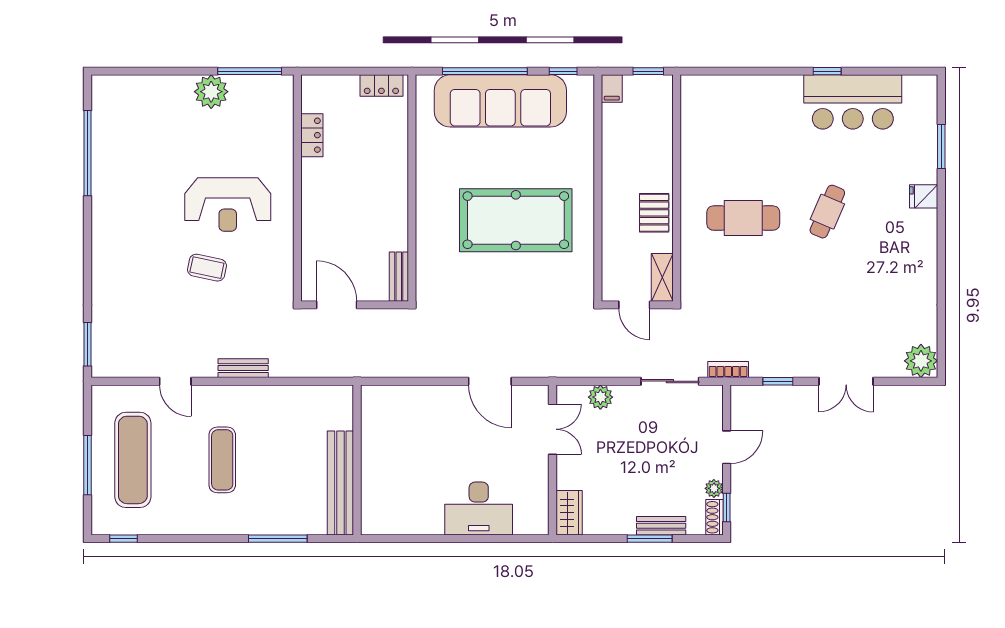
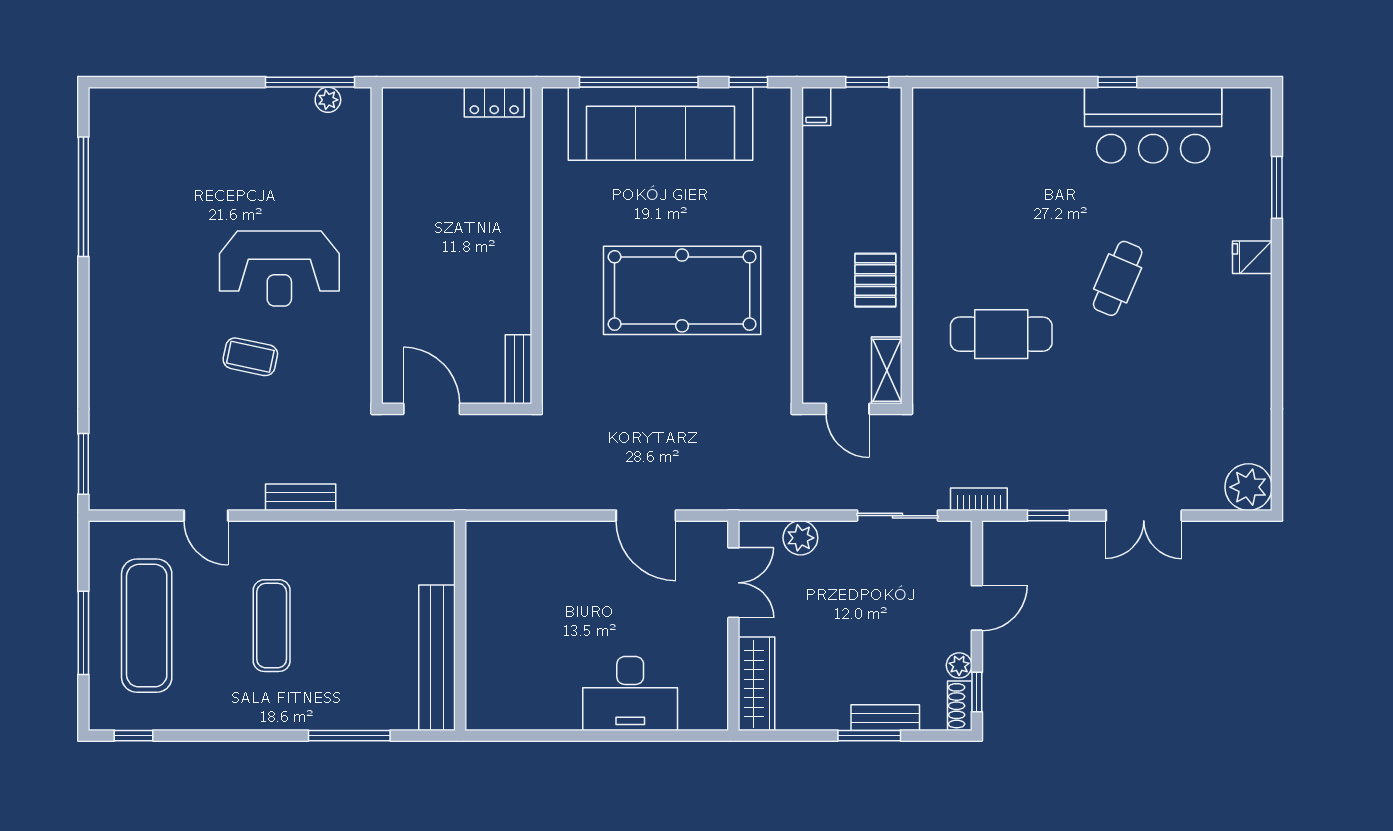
plant: (211, 92) -> (328, 100), moved, width x0.53, depth x0.53
locker: (312, 135) -> (397, 172), removed
cafe table: (743, 218) -> (1001, 334), moved
wardrobe: (569, 513) -> (757, 684), width x1.50

